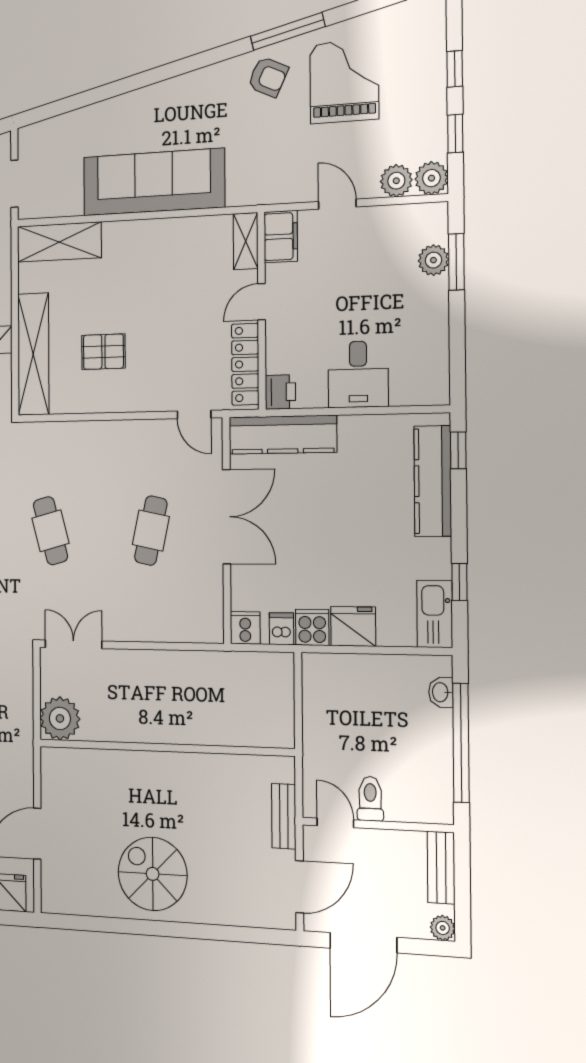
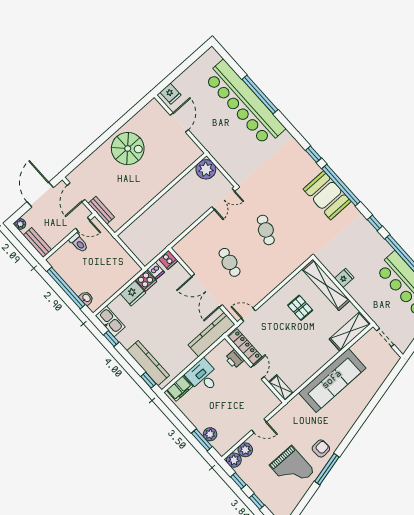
armchair: (268, 77) -> (321, 449), turned 151
filing cabinet: (281, 237) -> (180, 388), moved, turned -90
pallet: (103, 352) -> (300, 308), turned 90
printer: (280, 392) -> (234, 359), moved
cafe table: (50, 531) -> (266, 230), turned 39

